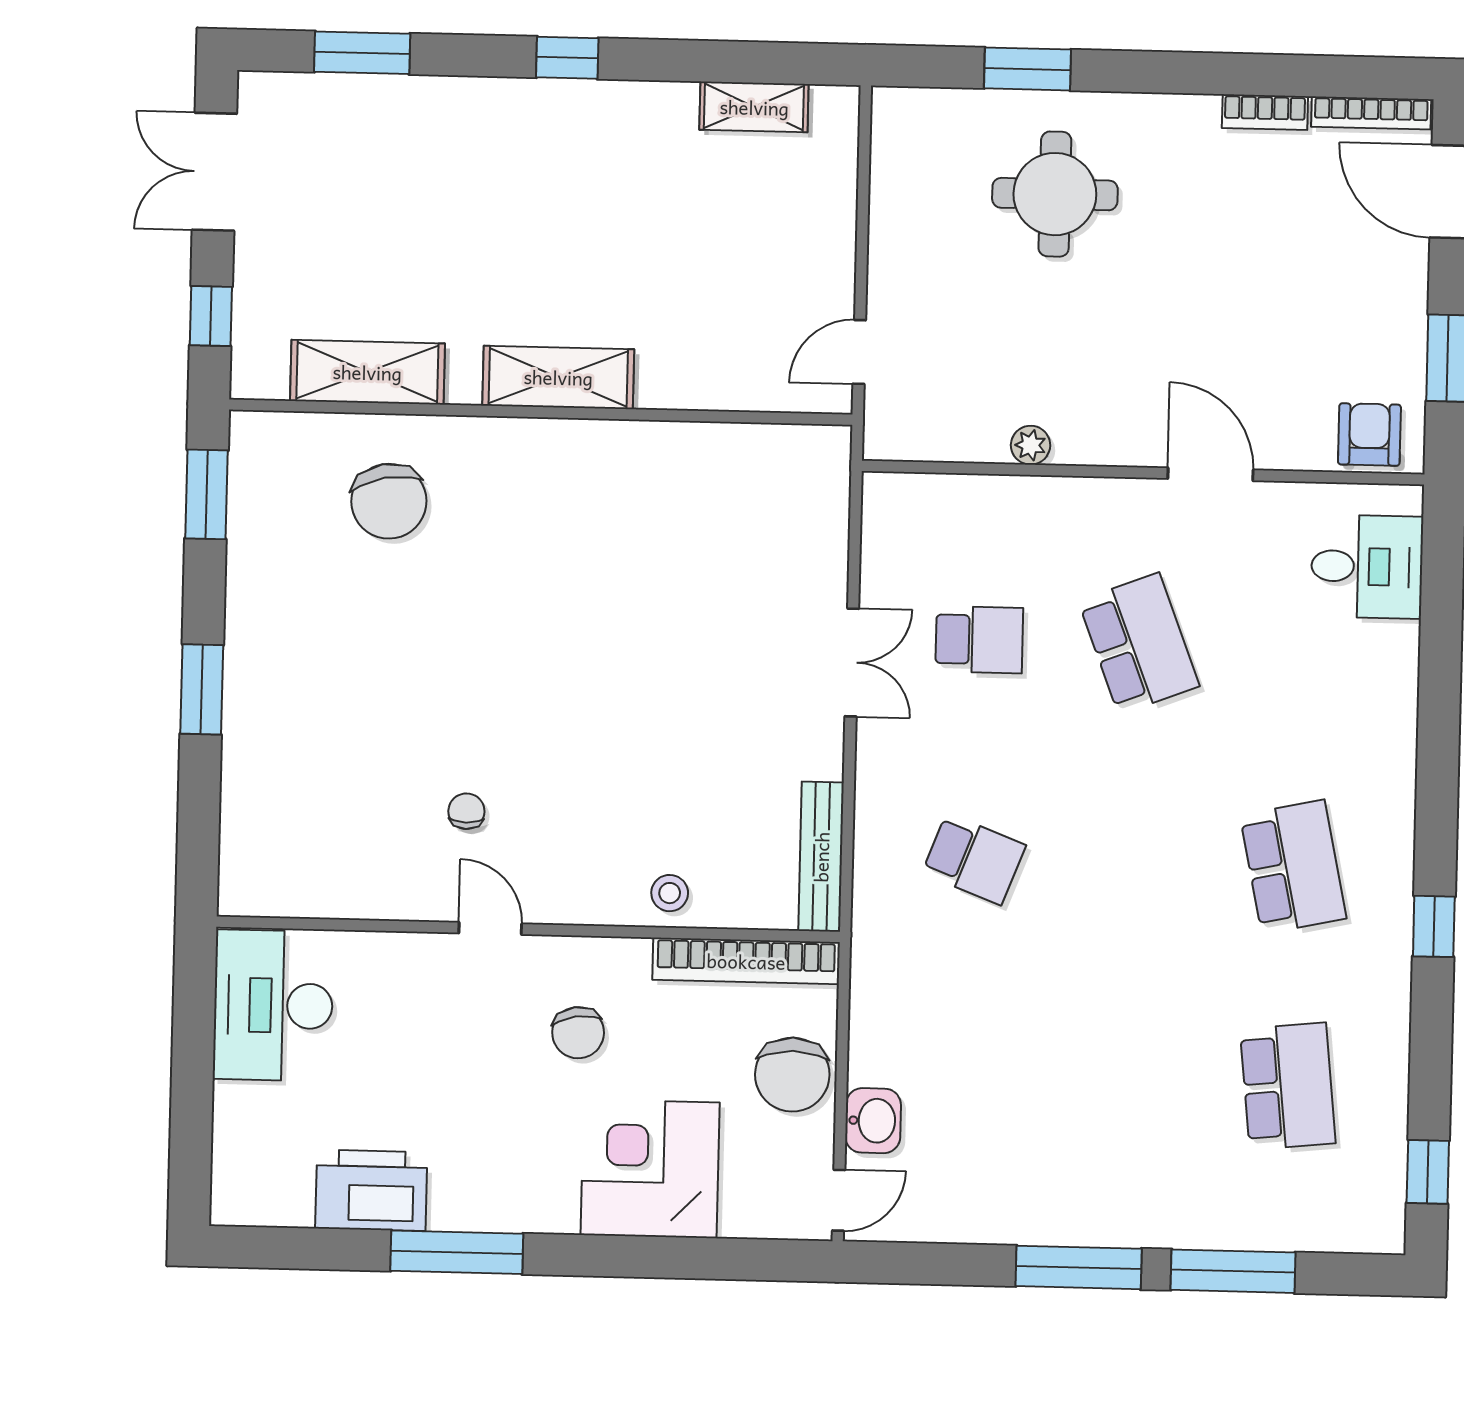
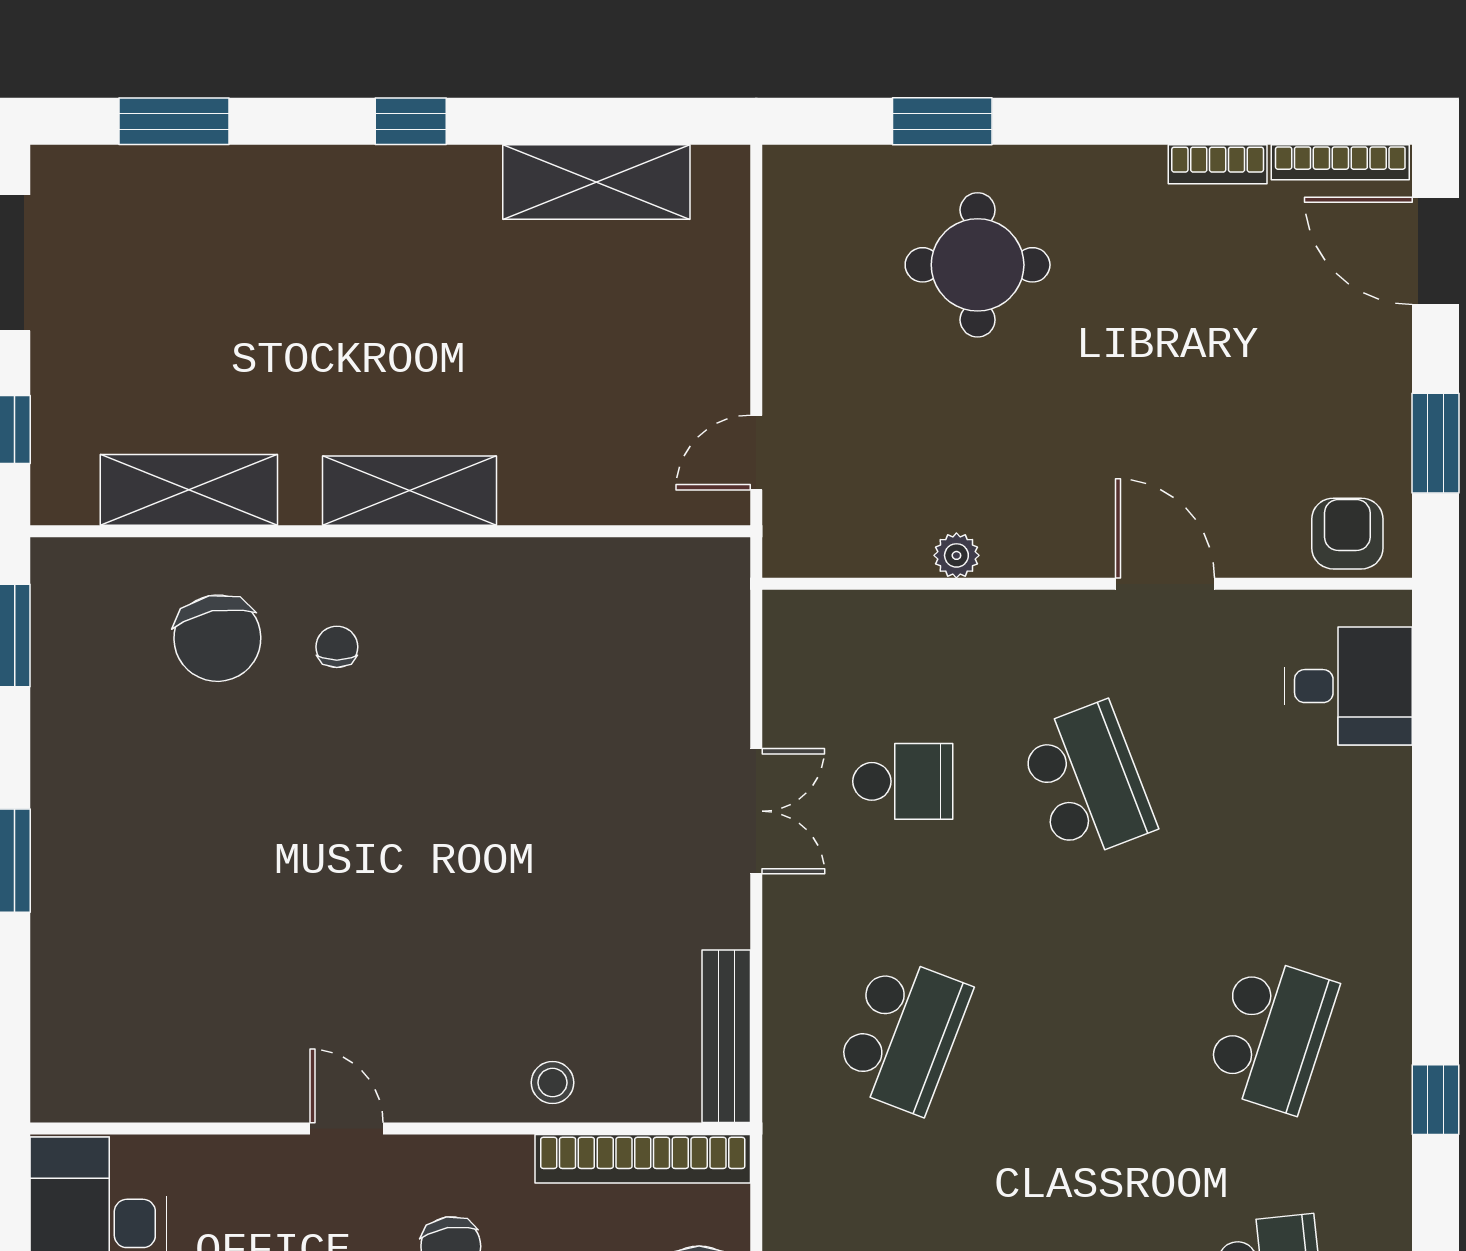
shelving: (754, 107) -> (596, 182), width x1.50, depth x1.33
chair: (466, 811) -> (337, 647), moved
school desk: (974, 859) -> (903, 1035), width x1.85
school desk: (1293, 867) -> (1271, 1035), turned 30

